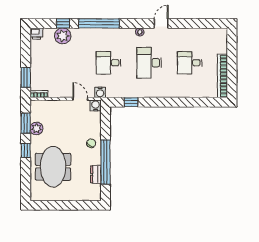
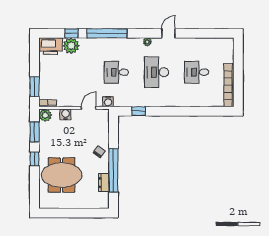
printer: (36, 34) -> (51, 46), width x1.87, depth x1.48
door: (80, 99) -> (89, 108), hinge flipped
water cooler: (96, 105) -> (65, 114), moved
plant: (37, 129) -> (45, 115), moved
meeting table: (53, 167) -> (62, 175), turned 90

